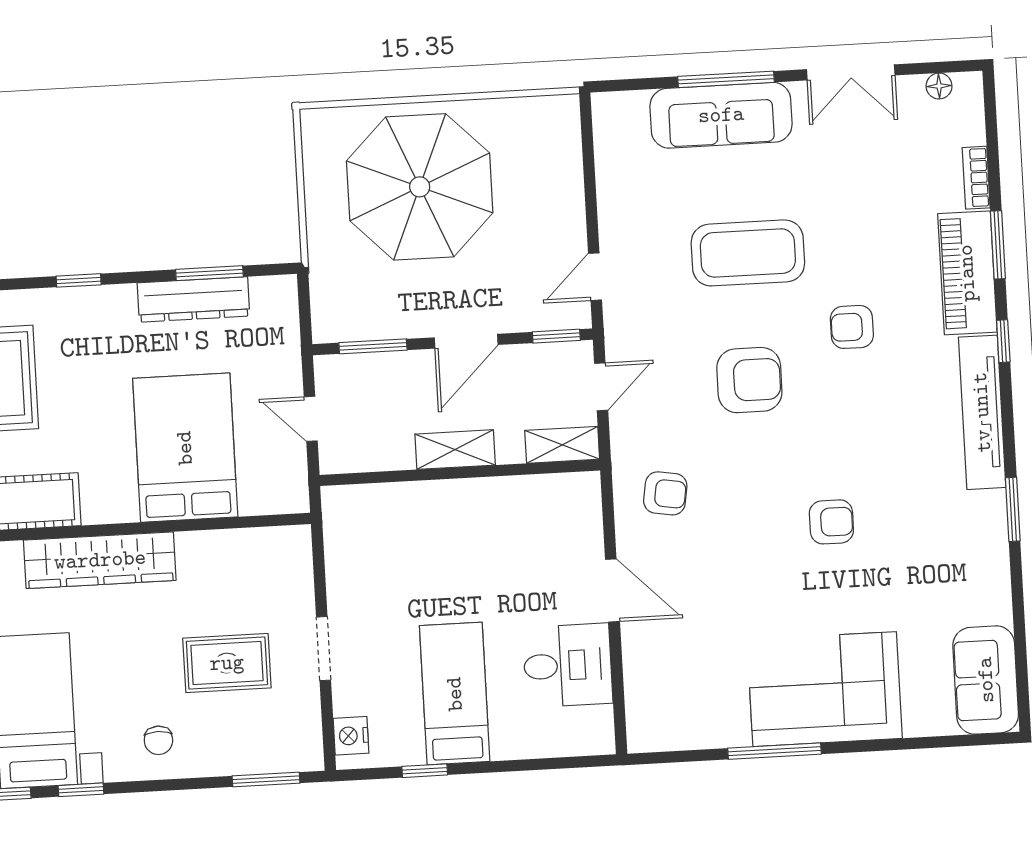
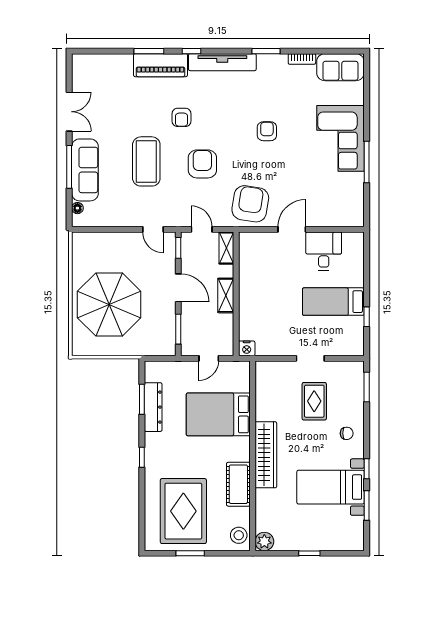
floor lamp: (939, 86) -> (77, 208), moved
bookcase: (976, 178) -> (302, 59), moved
armchair: (665, 493) -> (250, 204), width x1.88, depth x1.88
nightstand: (351, 736) -> (247, 348), moved

